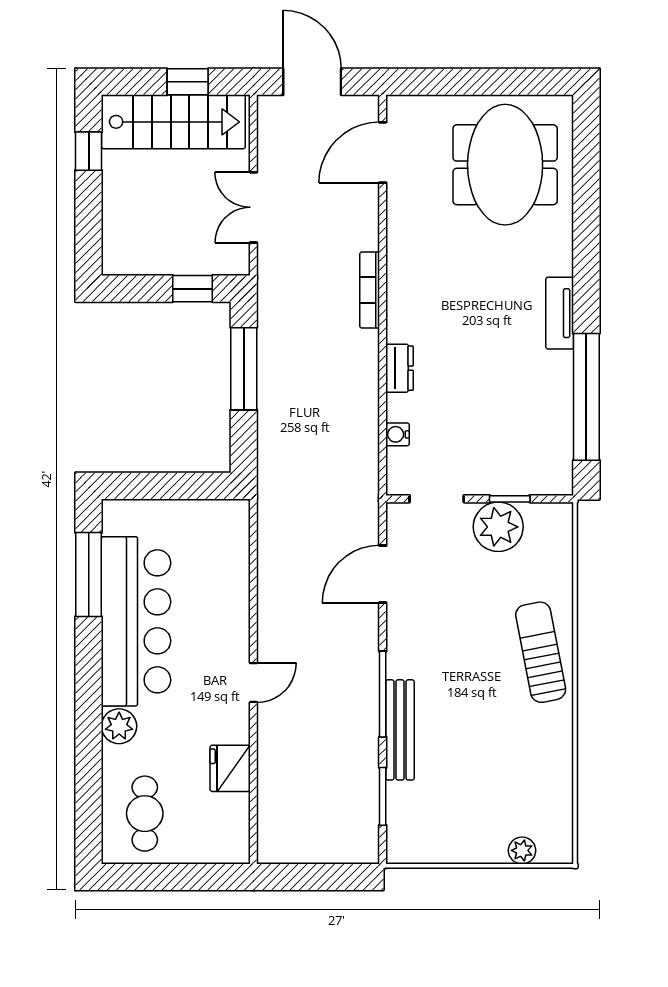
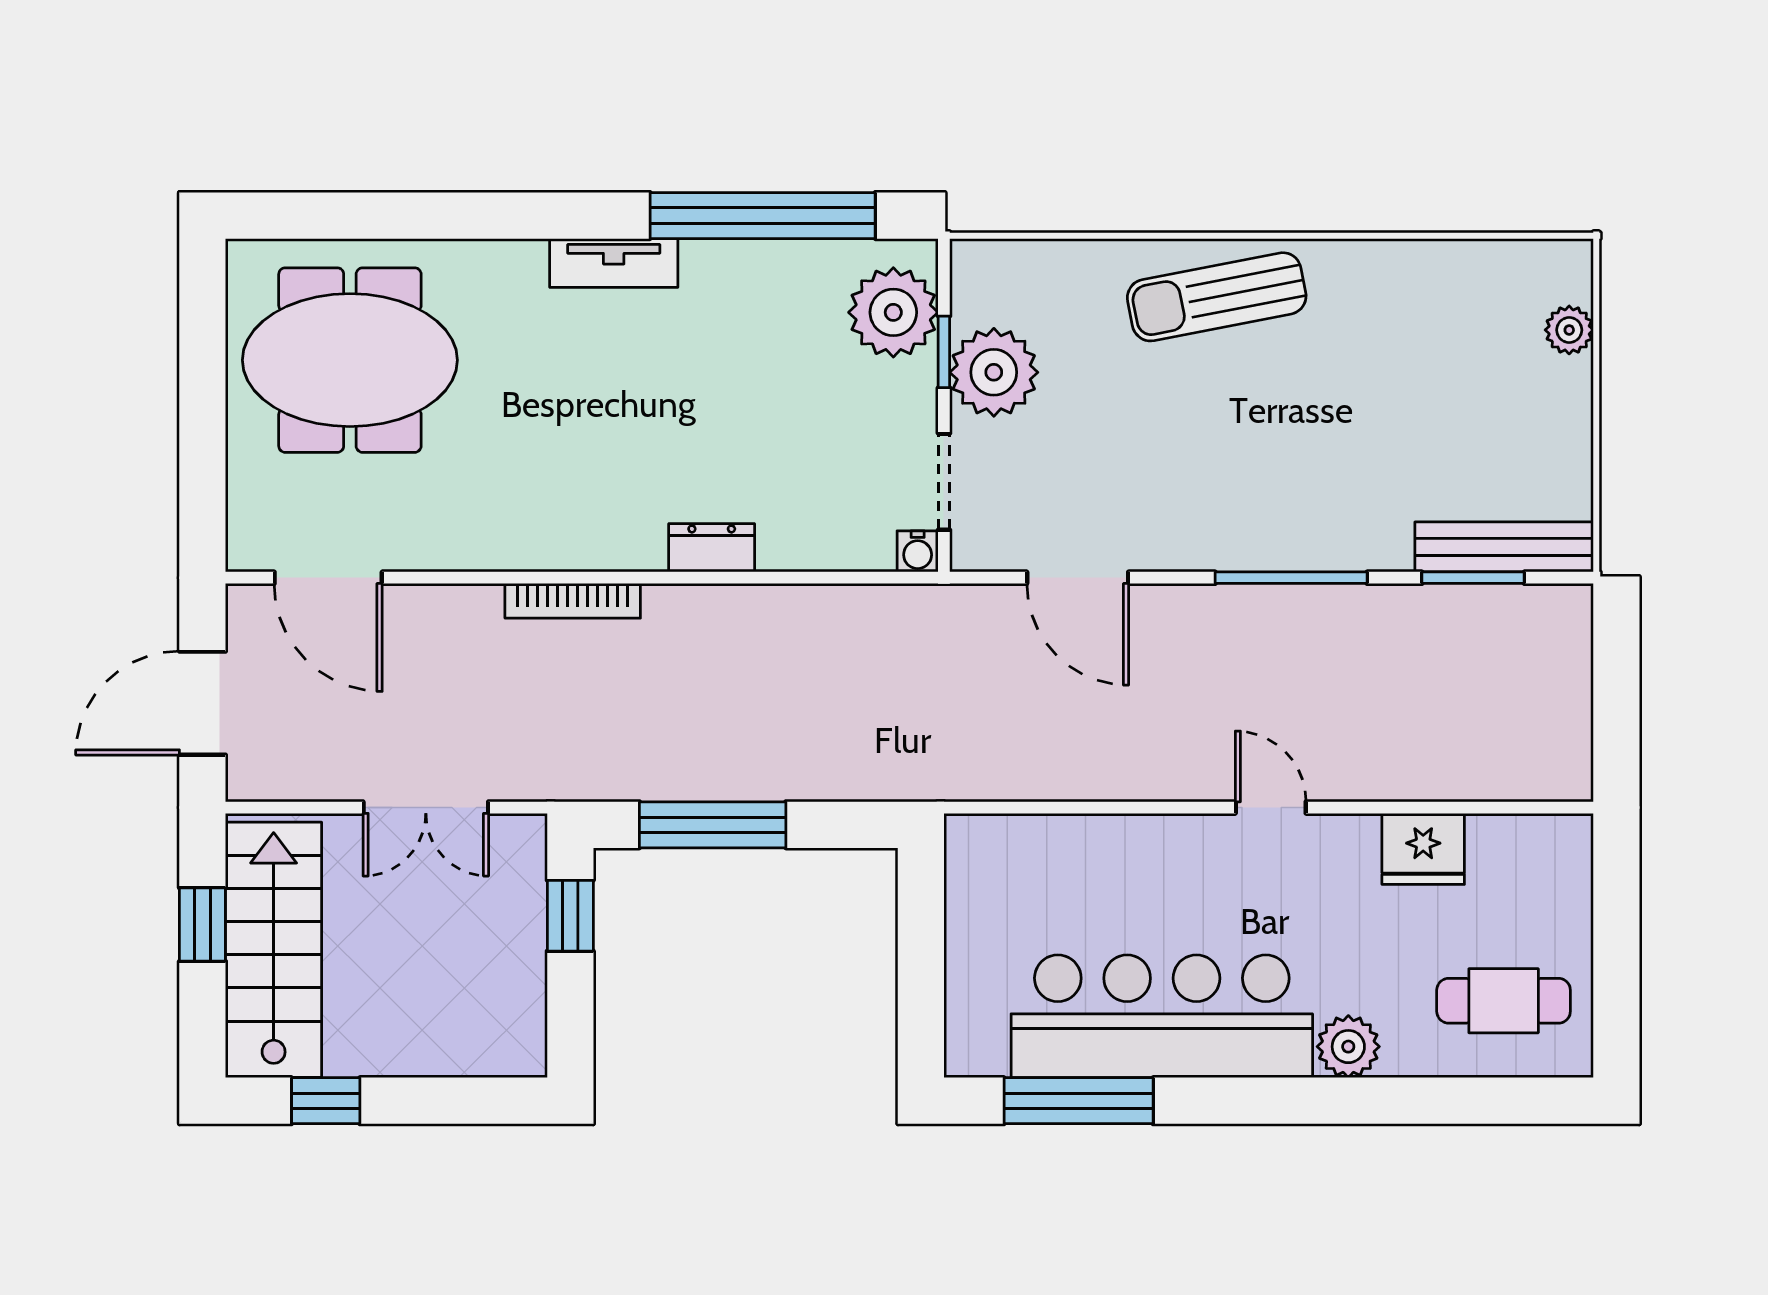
water cooler: (397, 434) -> (918, 551), moved
plant: (532, 470) -> (893, 312), added
bench: (400, 730) -> (1504, 547), moved

